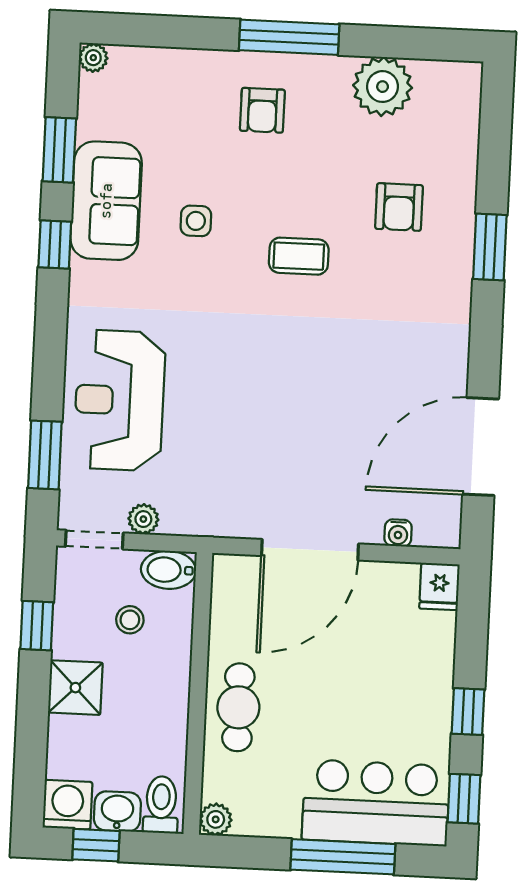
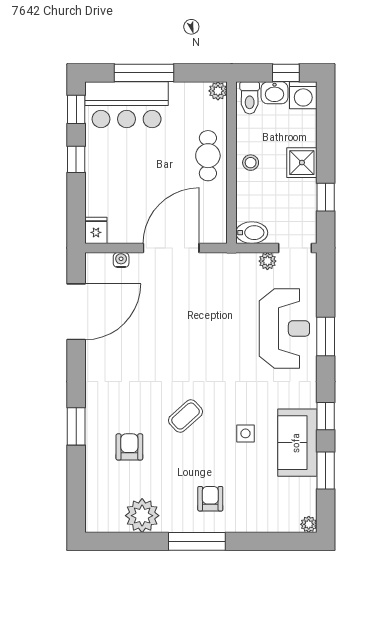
coffee table: (299, 256) -> (186, 416), turned -42
window: (45, 455) -> (326, 337), moved
stool: (130, 620) -> (251, 163), moved

